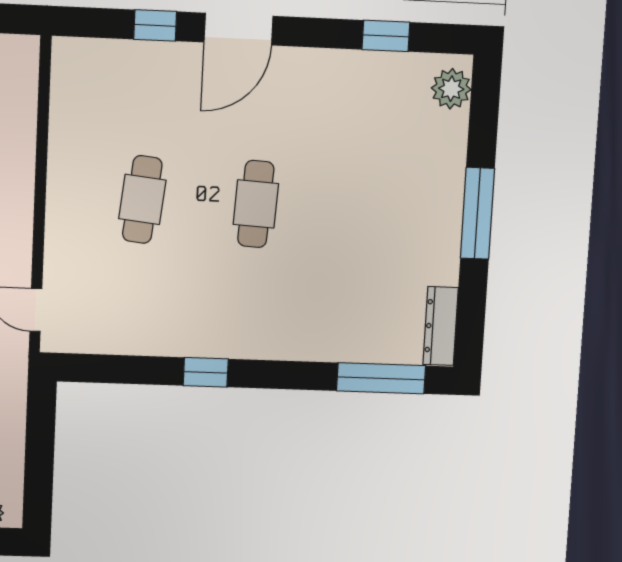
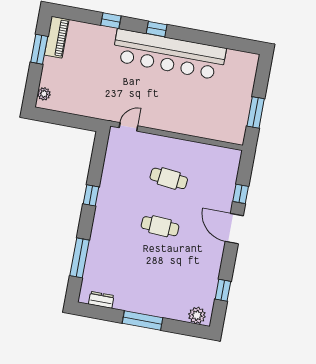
dresser: (441, 326) -> (101, 300), width x0.70
window: (381, 378) -> (80, 258), moved

